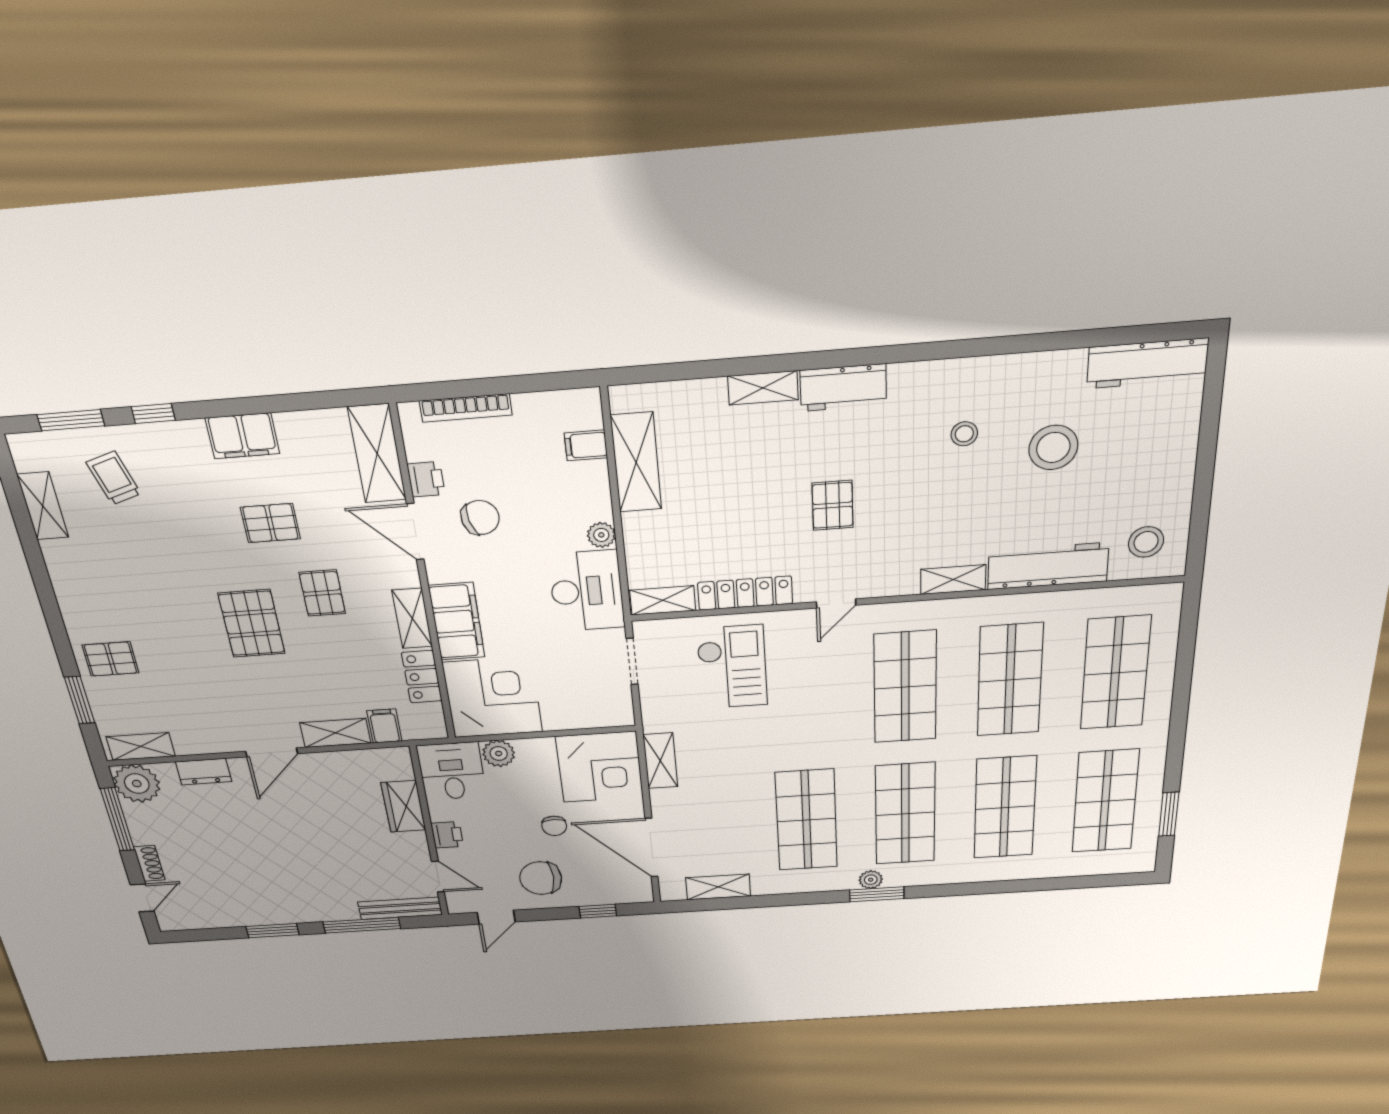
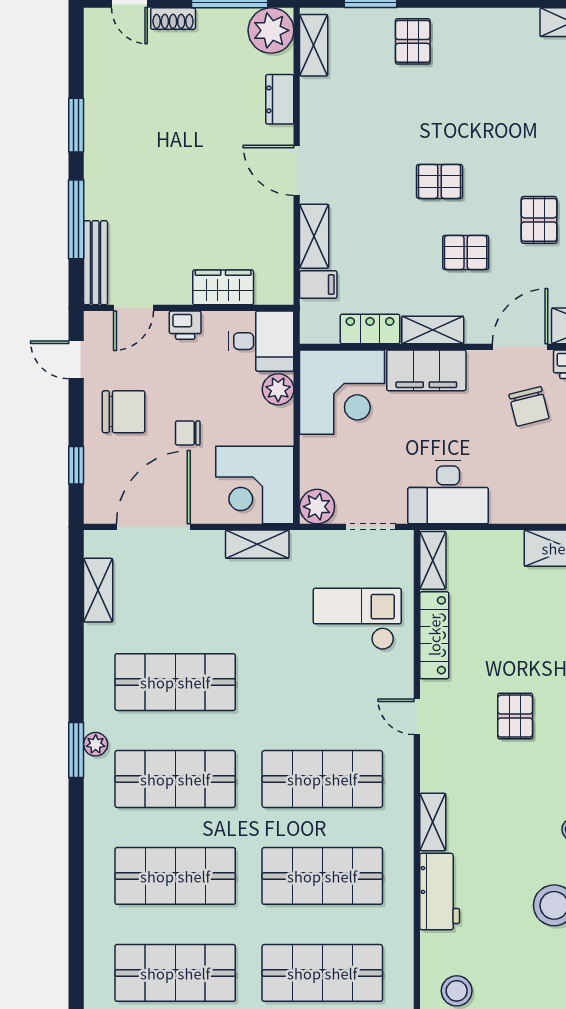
pallet: (833, 505) -> (515, 716), turned 90
plant: (601, 535) -> (317, 507), moved, width x1.38, depth x1.38
workbench: (1048, 566) -> (440, 892), width x0.73
pallet: (252, 623) -> (440, 181), width x0.67, depth x0.71
checkout: (732, 667) -> (357, 619), turned 180
chair: (541, 878) -> (123, 412), turned 90

